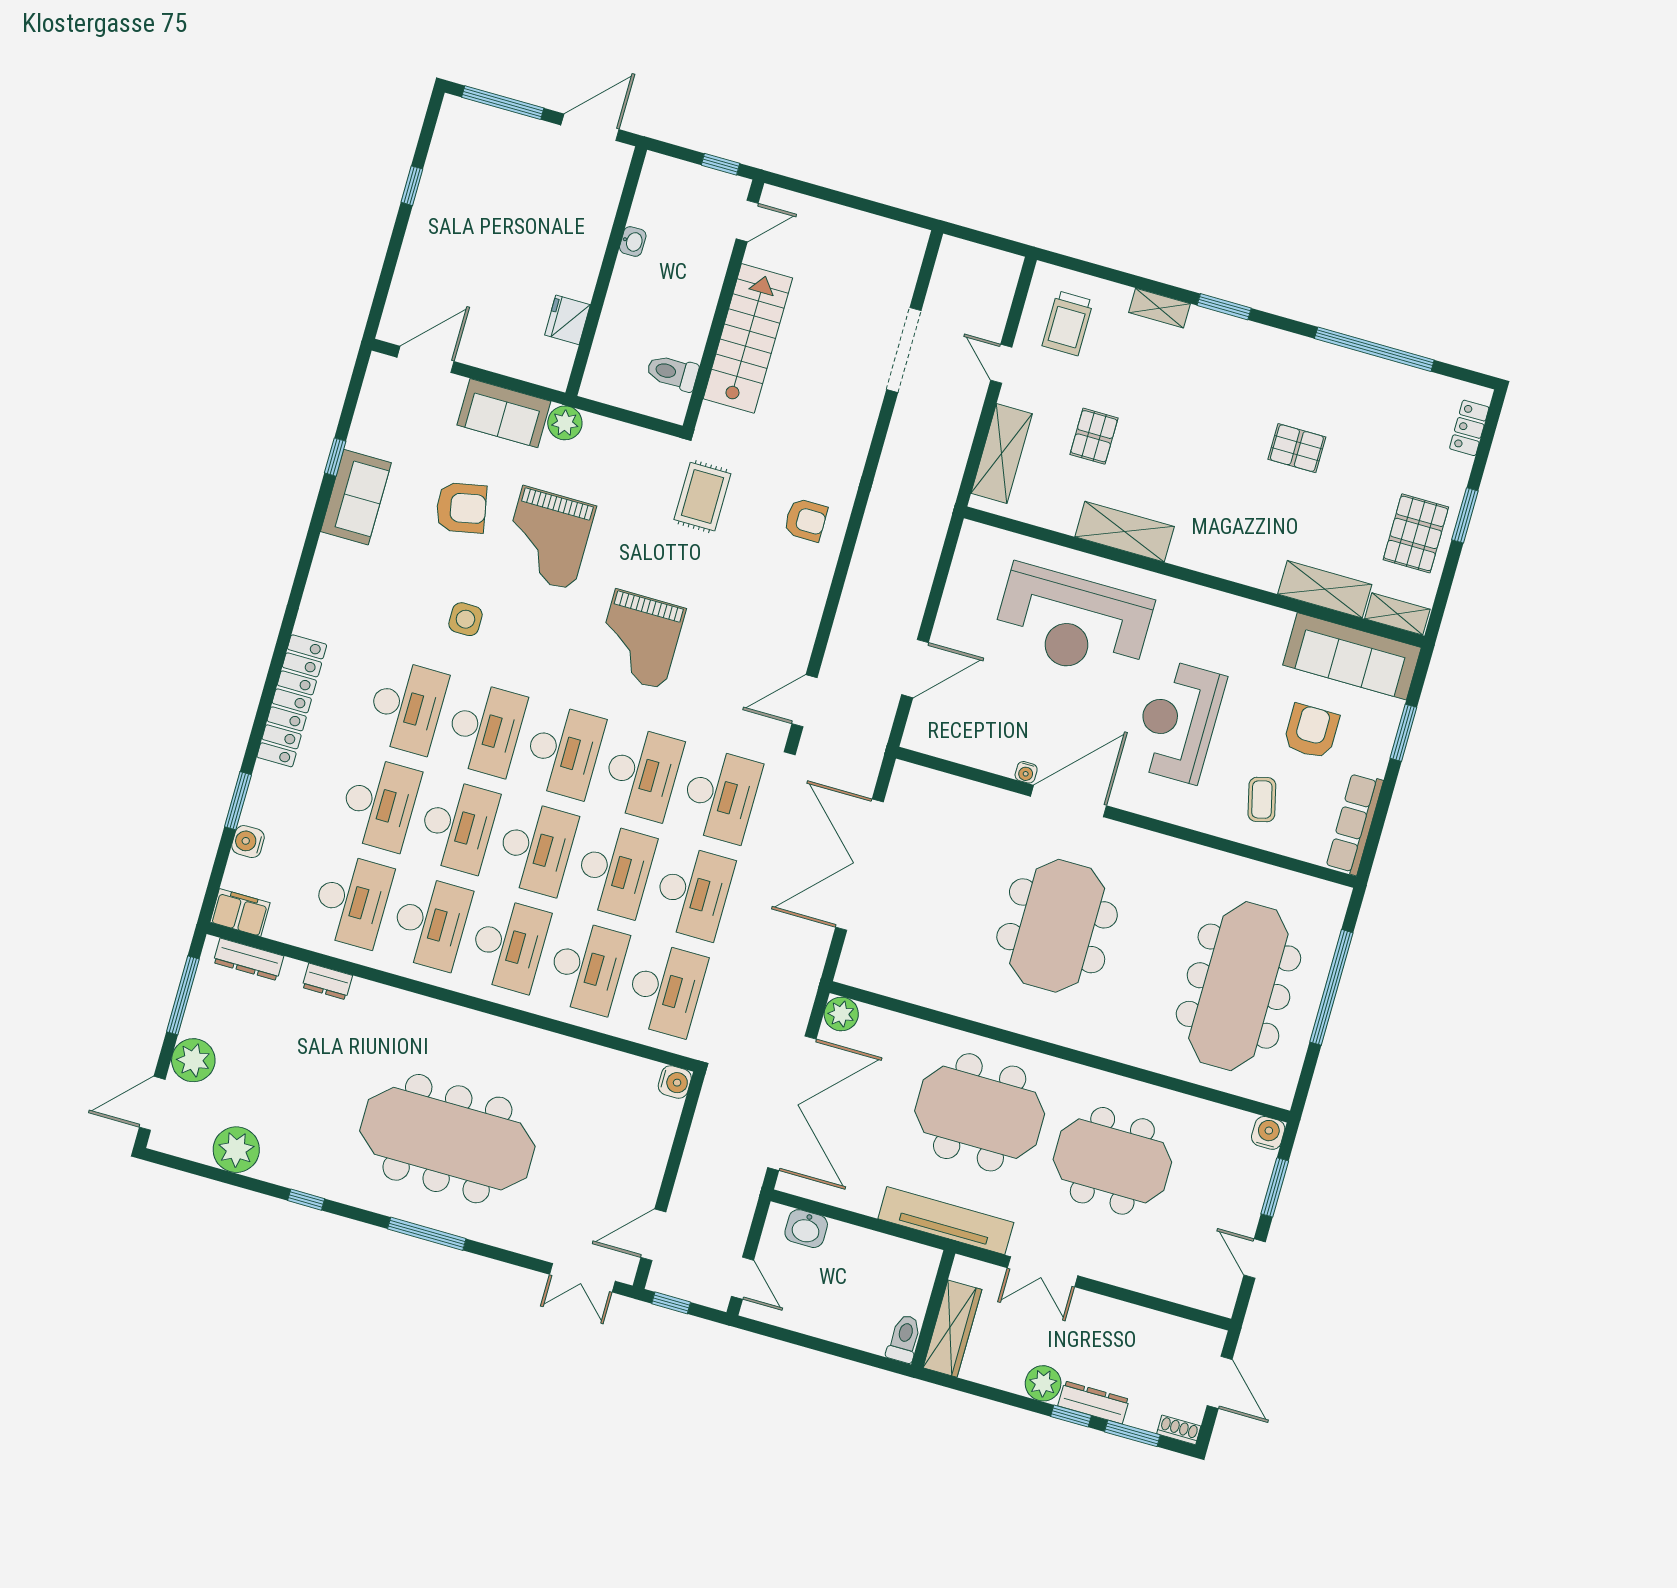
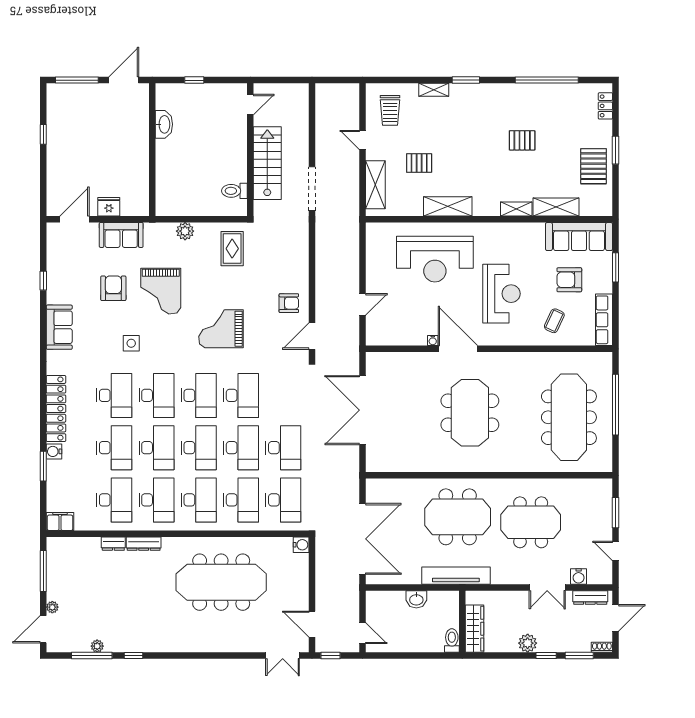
door: (747, 221) -> (250, 105), moved
washbasin: (633, 241) -> (164, 124), width x1.91, depth x1.45
wall: (724, 304) -> (250, 150), moved
fridge: (567, 320) -> (109, 207), moved, turned 90
stairs: (748, 338) -> (267, 163), moved
doorway: (904, 350) -> (312, 189), moved
toilet: (672, 372) -> (234, 191), moved
plant: (565, 423) -> (185, 231), moved
pallet: (1094, 436) -> (419, 163), turned 90
sofa: (356, 497) -> (59, 327), moved
armchair: (461, 508) -> (113, 288), turned -79
armchair: (806, 520) -> (289, 303), moved
shelving: (1397, 614) -> (516, 209), moved
grand piano: (640, 639) -> (221, 329), turned 90
door: (915, 669) -> (363, 304), width x0.73
reception desk: (1178, 721) -> (501, 294), turned 180
armchair: (1311, 731) -> (569, 280), turned -90
desk: (720, 796) -> (283, 395), removed
coffee table: (1262, 800) -> (554, 321), turned 39
door: (1068, 801) -> (458, 349), hinge flipped
water cooler: (248, 842) -> (54, 451), moved
dresser: (248, 959) -> (144, 544), moved
plant: (841, 1014) -> (375, 487), removed
plant: (193, 1060) -> (52, 607), width x0.53, depth x0.53
water cooler: (1268, 1133) -> (579, 577), moved, turned 180
meeting table: (447, 1139) -> (221, 582), moved
plant: (236, 1150) -> (97, 646), width x0.53, depth x0.53
washbasin: (806, 1229) -> (416, 599), moved
window: (427, 1234) -> (92, 656), moved
door: (653, 1235) -> (312, 624), hinge flipped
double door: (1043, 1272) -> (547, 588), moved
door: (1220, 1382) -> (616, 618), hinge flipped
dresser: (1094, 1402) -> (590, 598), moved, turned 180

